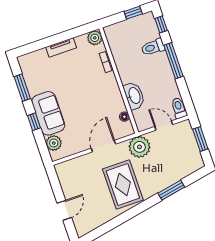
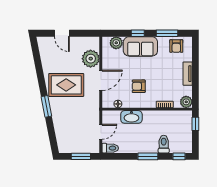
window: (133, 13) -> (195, 124), moved
window: (174, 61) -> (148, 156), width x0.69
armchair: (33, 72) -> (176, 46), added
armchair: (95, 99) -> (139, 86), added
door: (103, 146) -> (101, 80), hinge flipped
plant: (139, 147) -> (91, 59), moved
window: (171, 190) -> (46, 106), moved

